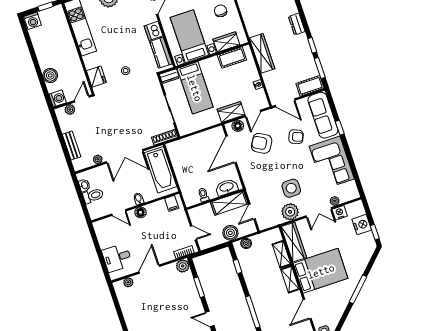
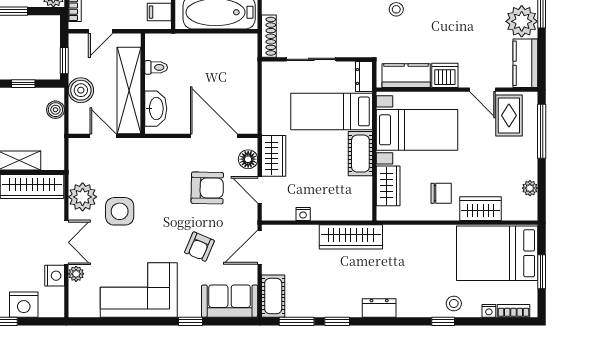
cot: (232, 57) -> (360, 154), moved
sofa: (323, 115) -> (230, 301), width x0.73
armchair: (262, 143) -> (207, 188), turned 61
shelving: (229, 203) -> (129, 91), width x1.47
double door: (319, 212) -> (66, 242), swing flipped
window: (217, 248) -> (64, 61), added

